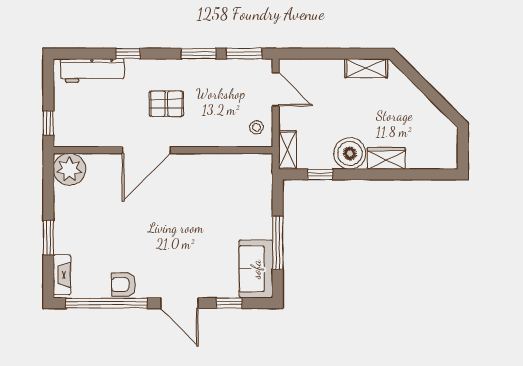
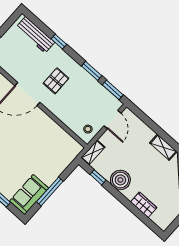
pallet: (166, 104) -> (56, 81), turned 90
wardrobe: (386, 158) -> (144, 205), moved

